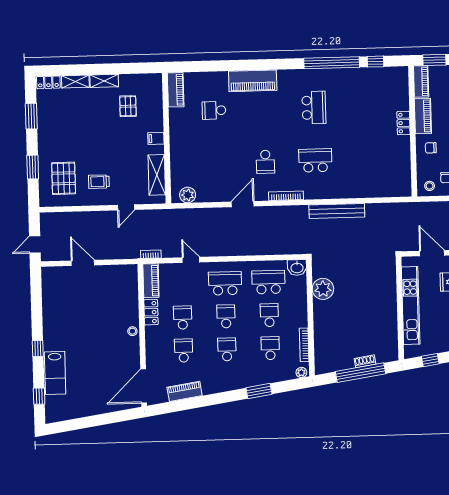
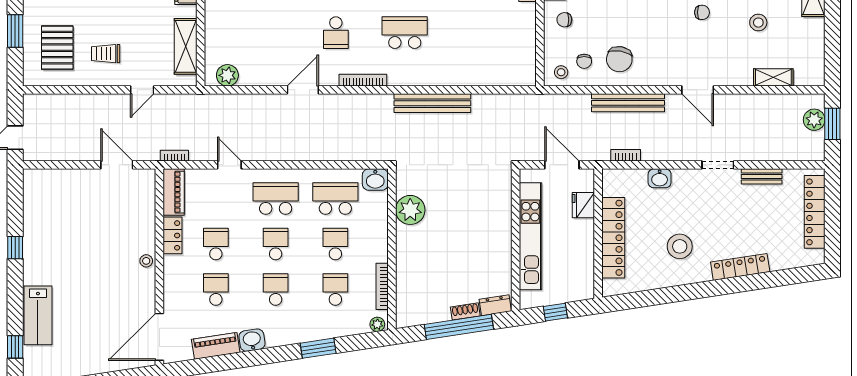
door: (83, 263) -> (117, 165), moved
window: (38, 349) -> (15, 248), moved
dresser: (386, 356) -> (495, 305), added
washbasin: (211, 386) -> (252, 340), added

